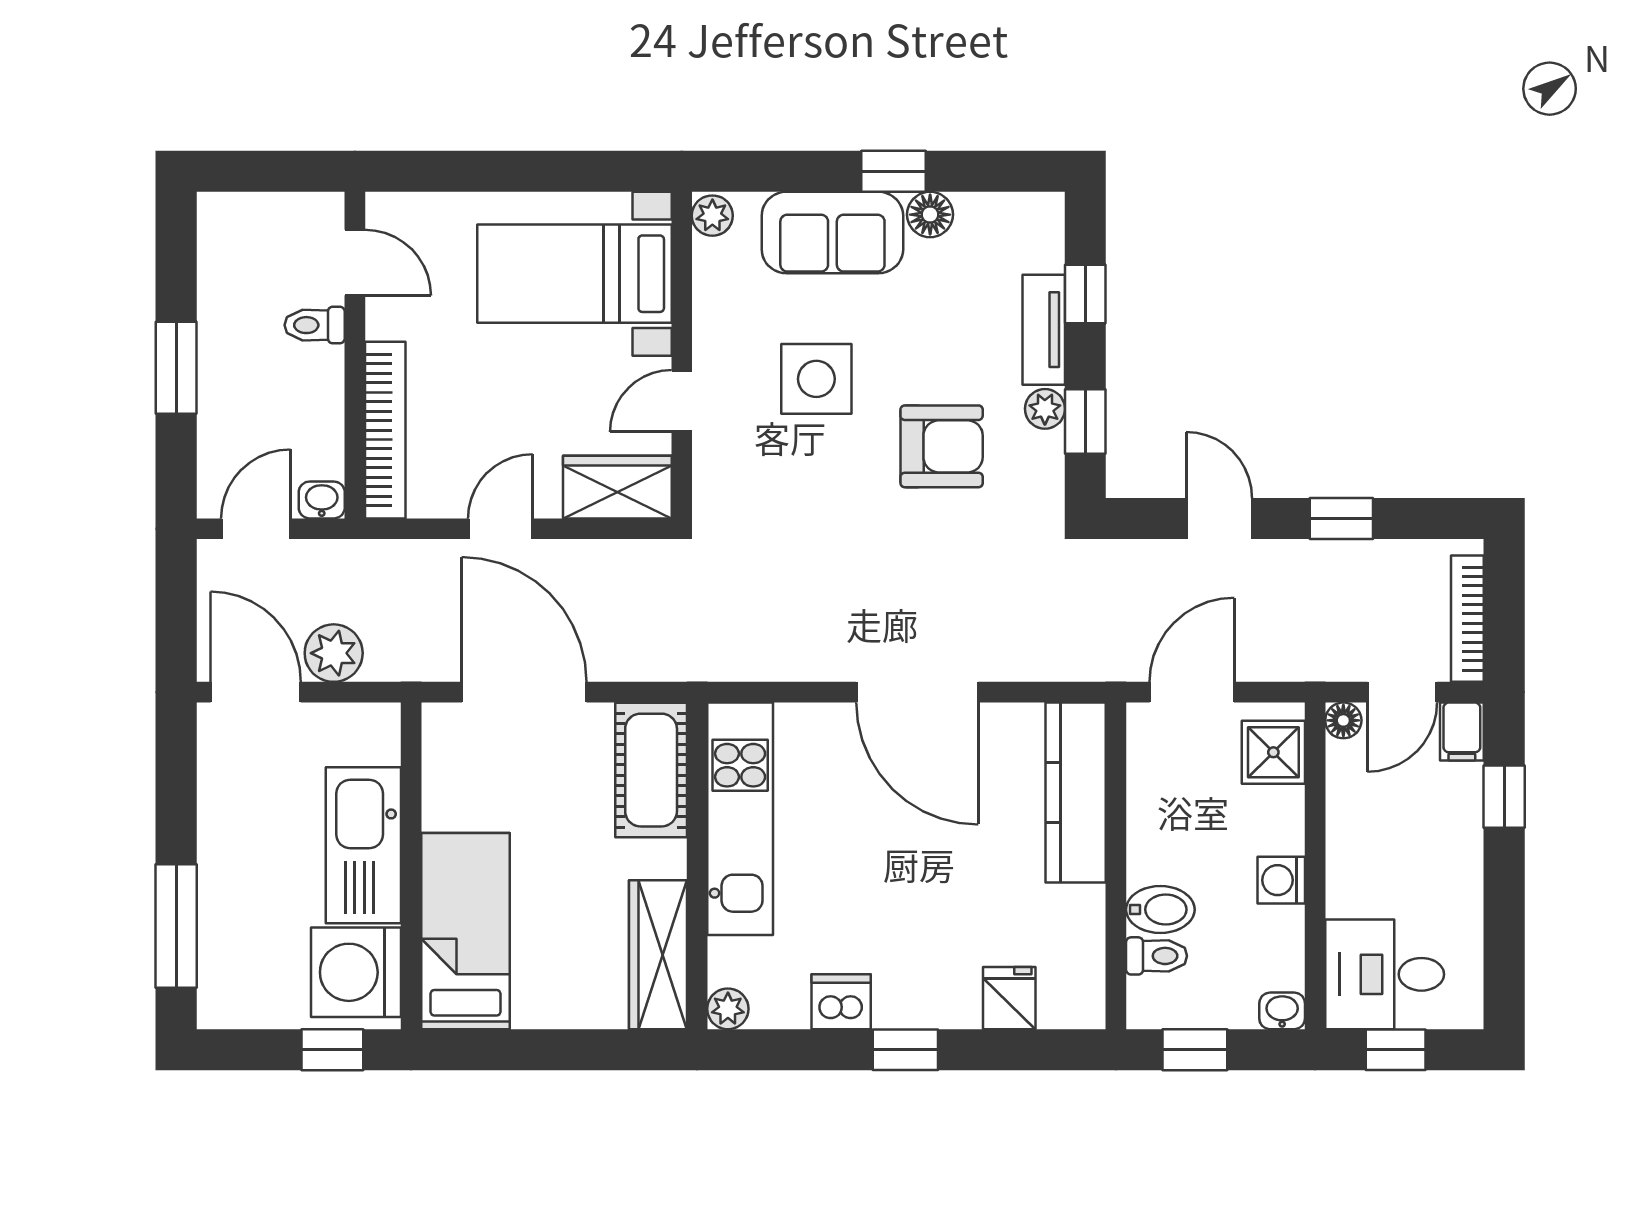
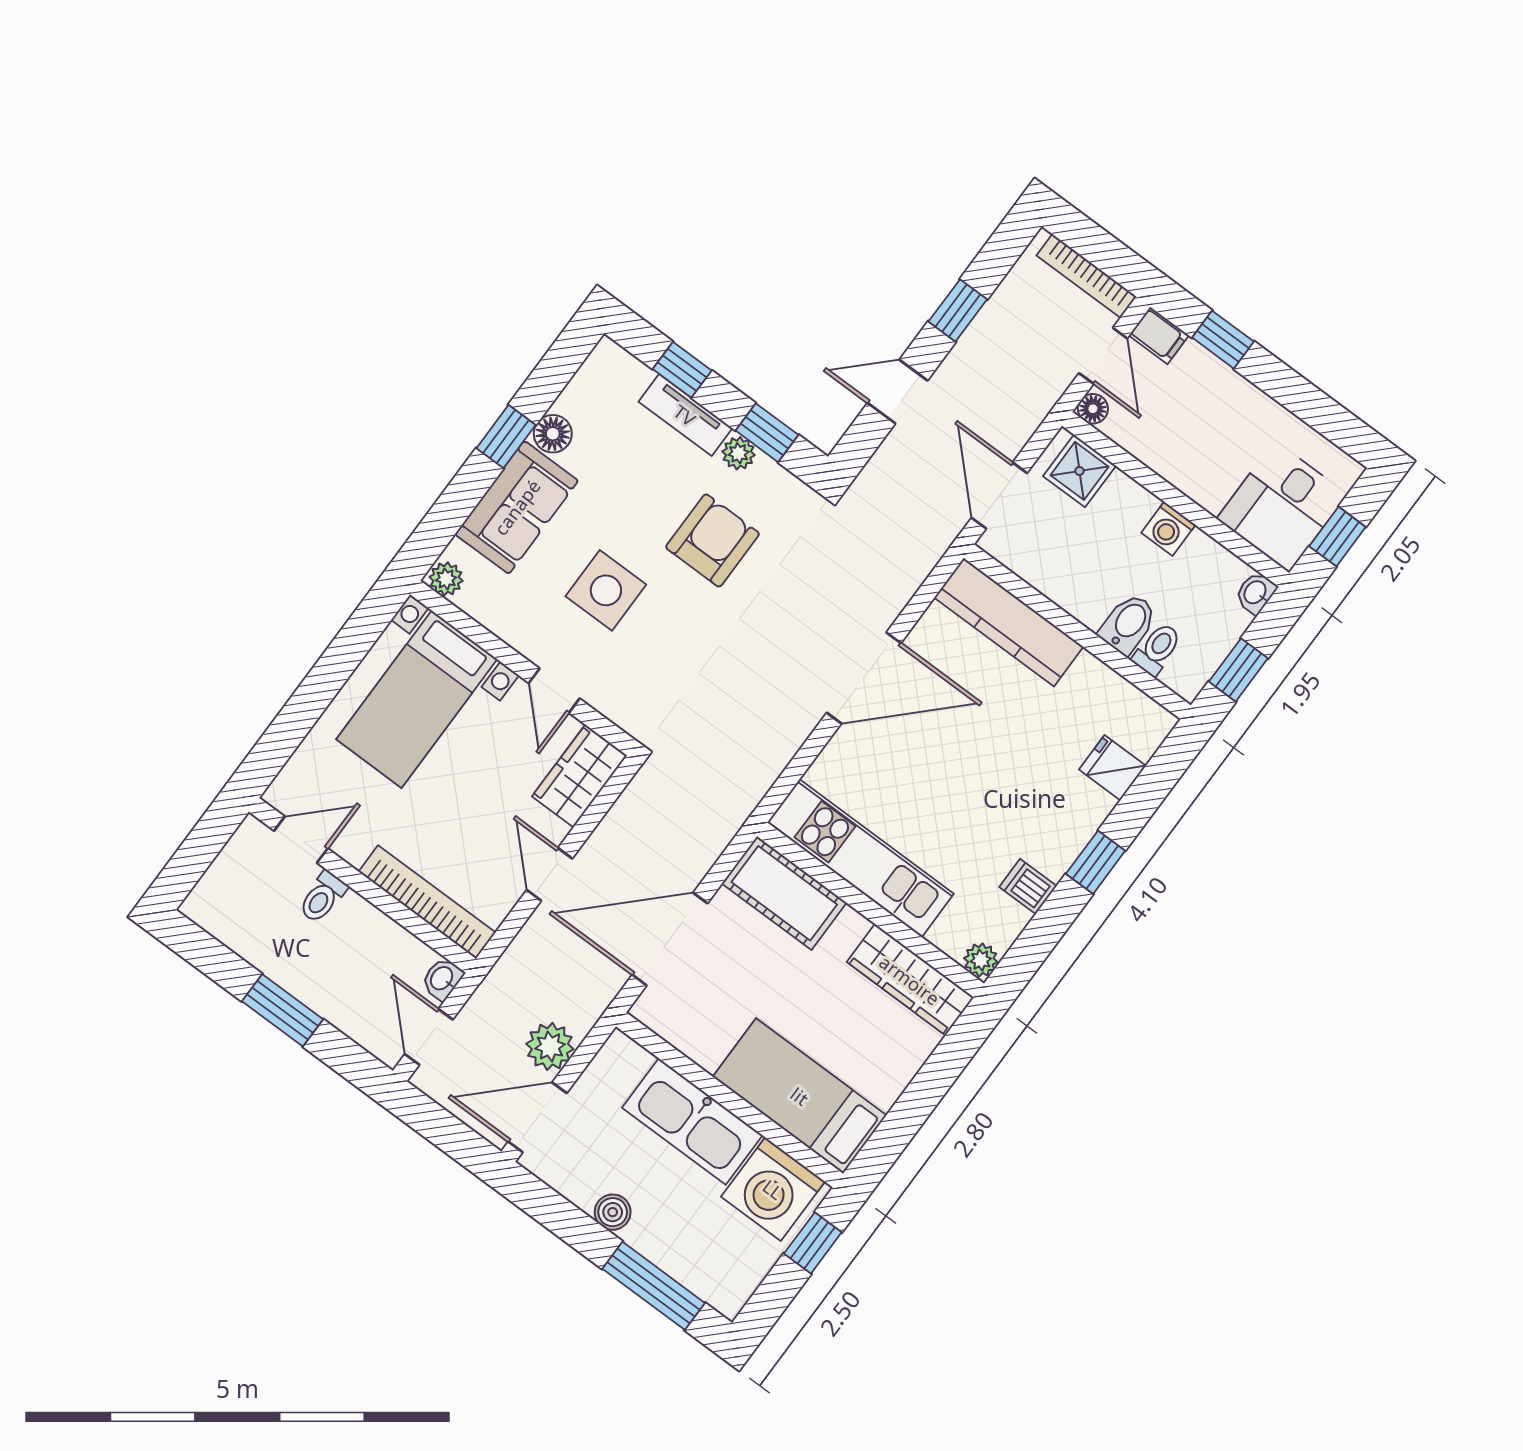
boiler: (218, 833) -> (613, 1212), added
dishwasher: (841, 1002) -> (1028, 887), width x0.73

